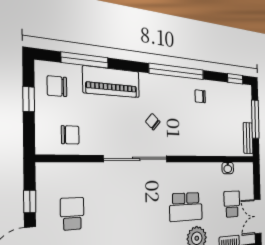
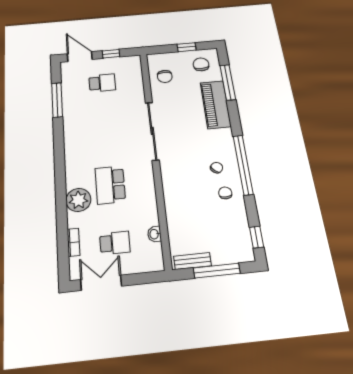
chair: (153, 122) -> (217, 168), moved

